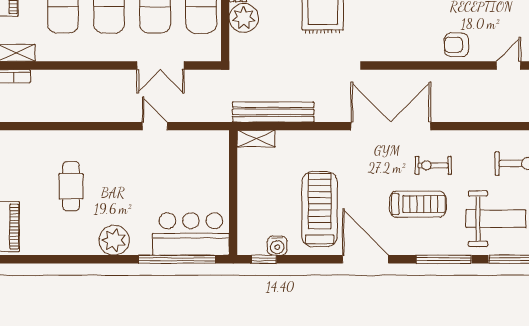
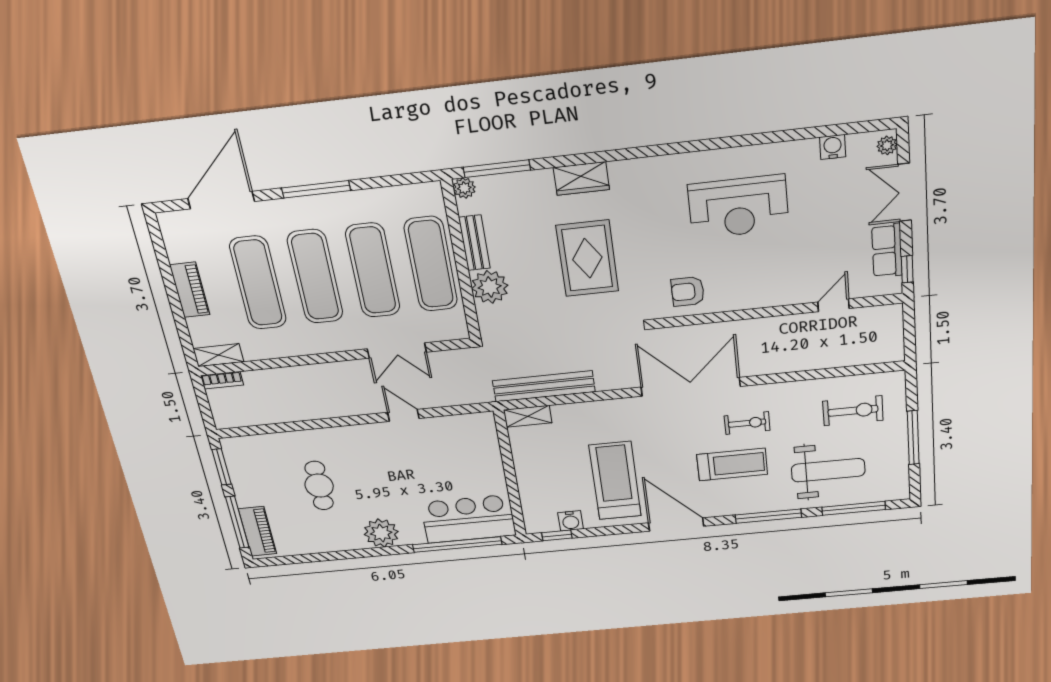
armchair: (456, 45) -> (688, 291), moved
exercise bike: (433, 165) -> (747, 423), turned 180

